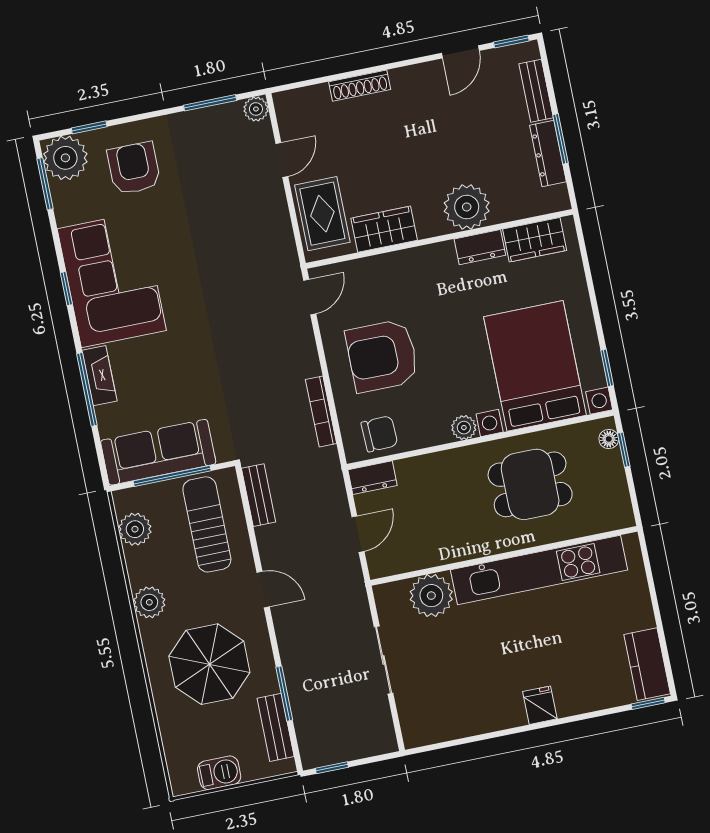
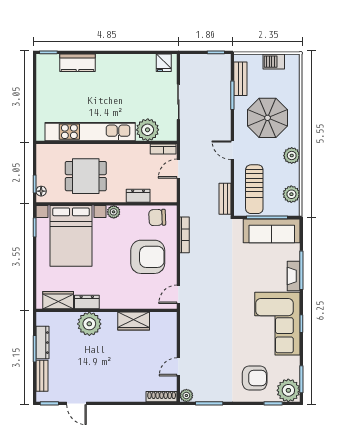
door: (460, 52) -> (76, 403), swing flipped
shoe rack: (360, 86) -> (162, 397), moved
armchair: (134, 168) -> (255, 378), turned -90
rug: (322, 214) -> (163, 335), removed
dresser: (373, 478) -> (138, 196), moved
bookcase: (394, 565) -> (163, 149), added
kitchen counter: (647, 664) -> (78, 63), moved, turned 90
fridge: (540, 705) -> (164, 63), moved

